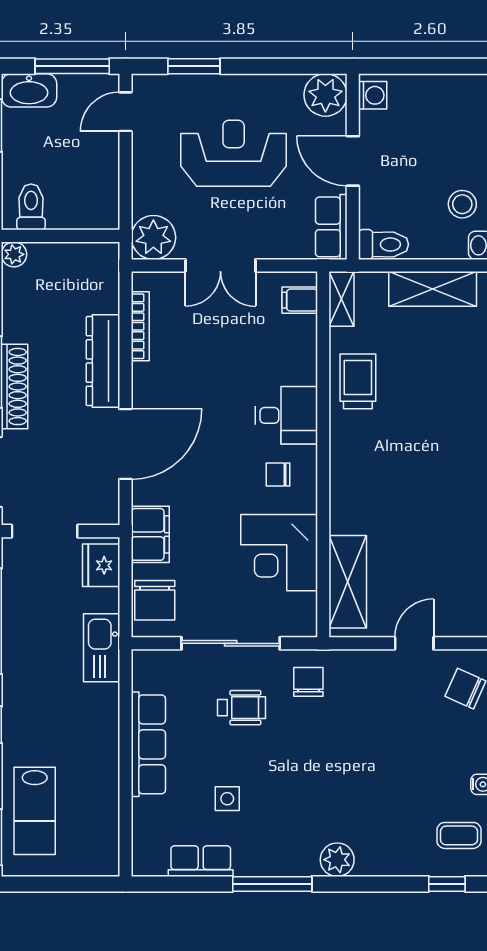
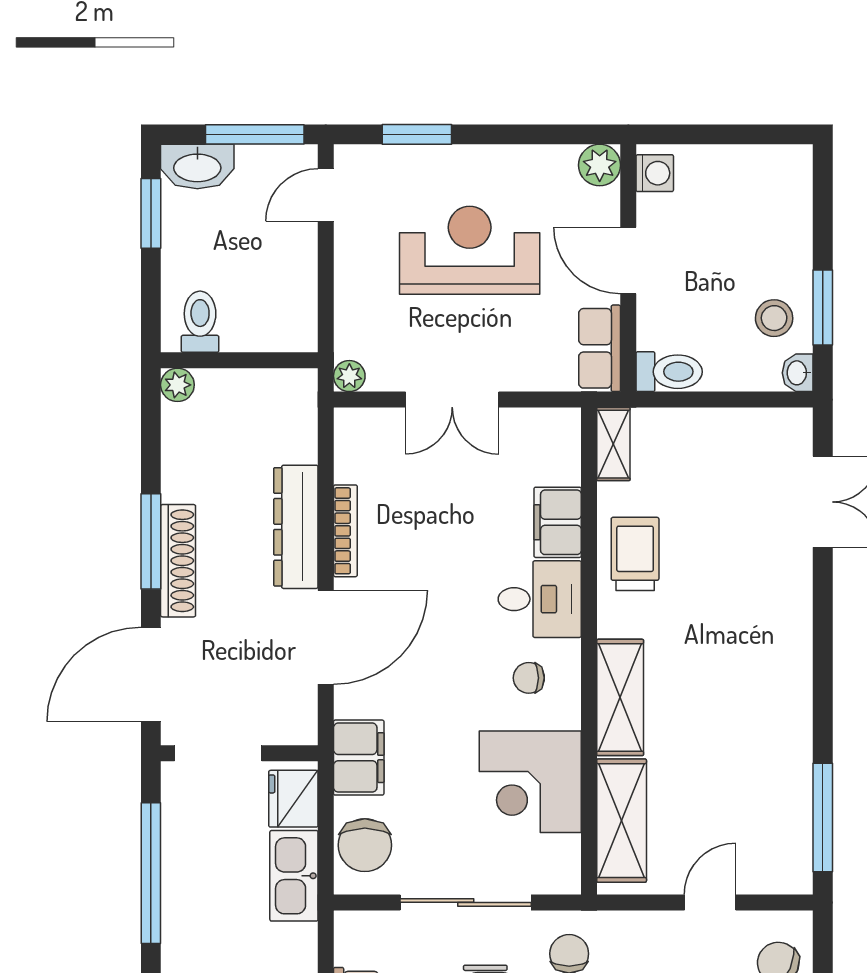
plant: (325, 95) -> (600, 165), width x0.73, depth x0.73
plant: (153, 237) -> (349, 376), width x0.53, depth x0.53
shelving: (433, 289) -> (620, 697), moved, turned 90
filing cabinet: (300, 300) -> (558, 522), moved, width x2.00
bookcase: (140, 326) -> (345, 531), moved
kitchen sink: (102, 648) -> (294, 876), moved

